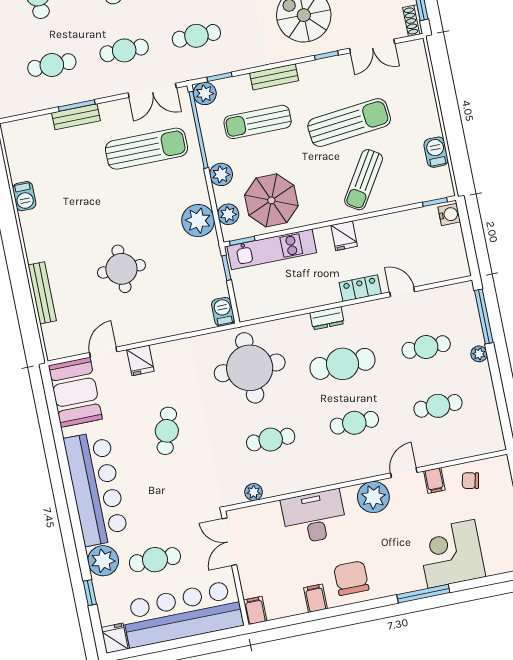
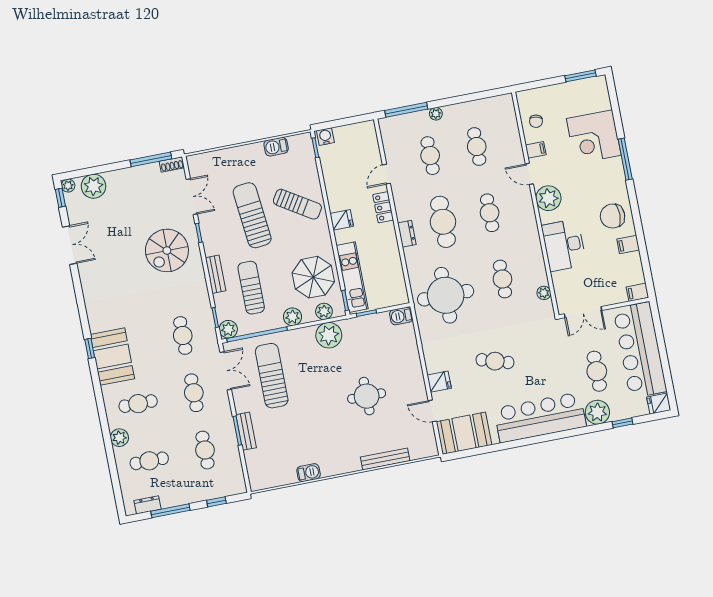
sun lounger: (258, 122) -> (251, 288), turned 180

